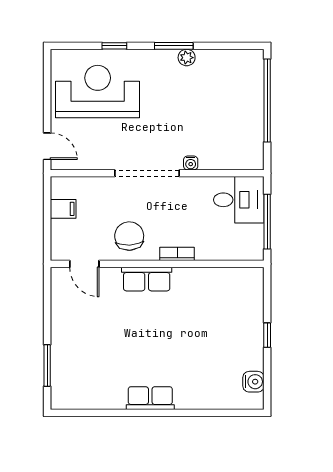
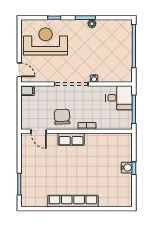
filing cabinet: (63, 209) -> (28, 91), moved
water cooler: (253, 382) -> (127, 168), moved
row of seats: (150, 398) -> (73, 201), width x2.02

